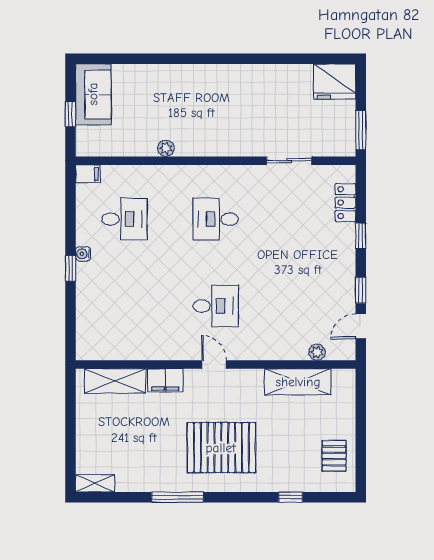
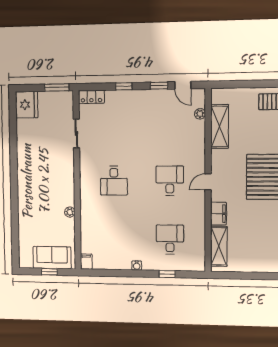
sofa: (93, 94) -> (52, 258), moved
locker: (345, 203) -> (91, 97), moved
desk: (124, 219) -> (170, 240), moved
window: (70, 269) -> (167, 274), moved

